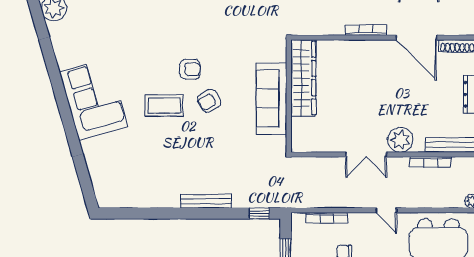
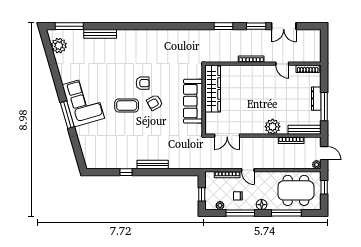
door: (416, 37) -> (282, 64), width x0.53
window: (68, 120) -> (67, 115), added
double door: (366, 154) -> (227, 136), moved
door: (386, 210) -> (248, 170), moved
window: (259, 213) -> (126, 172), moved

